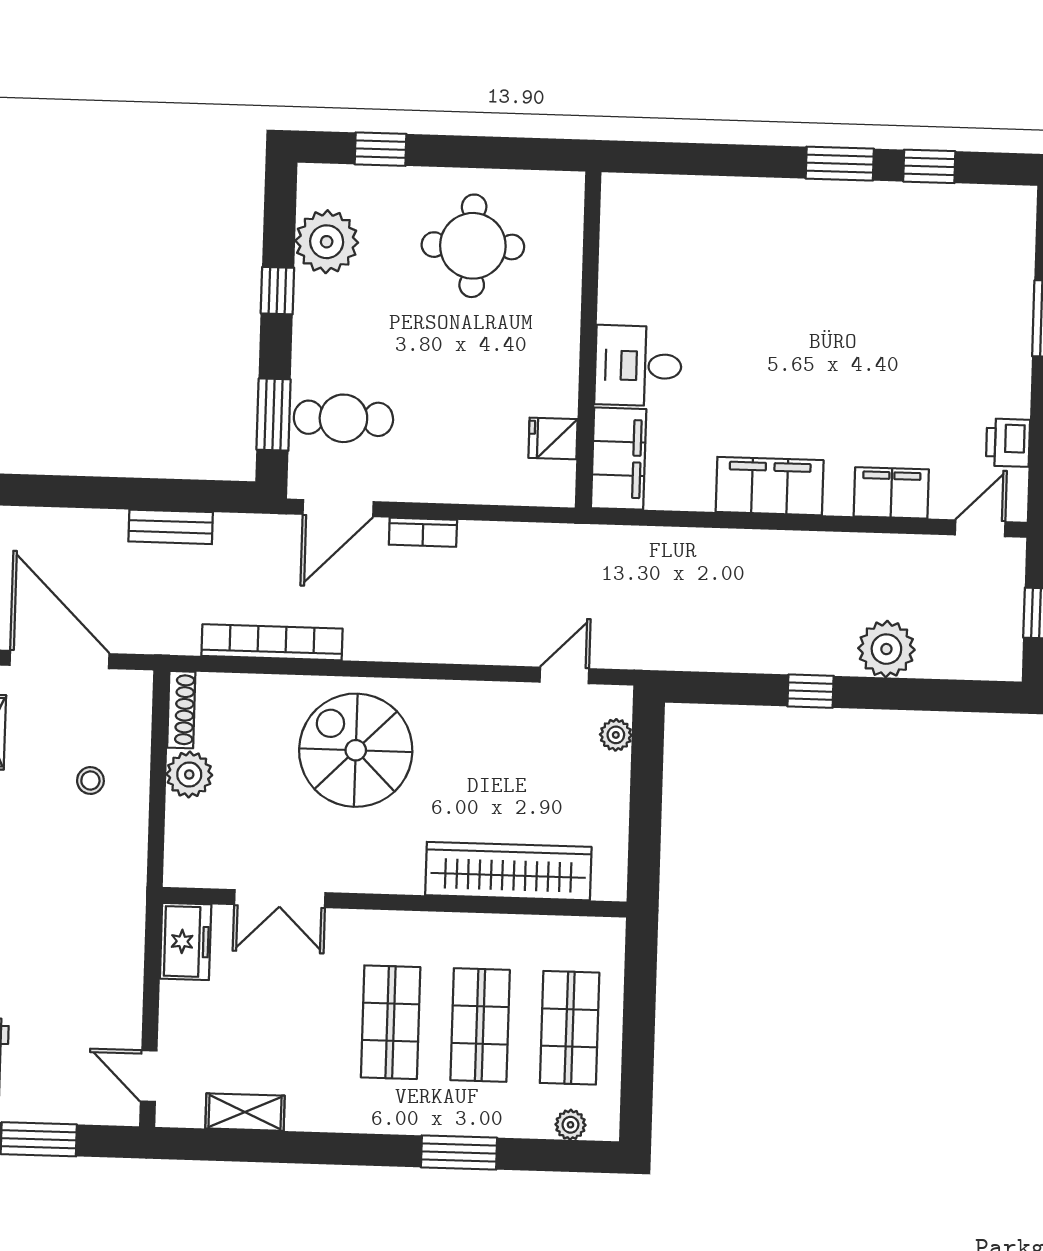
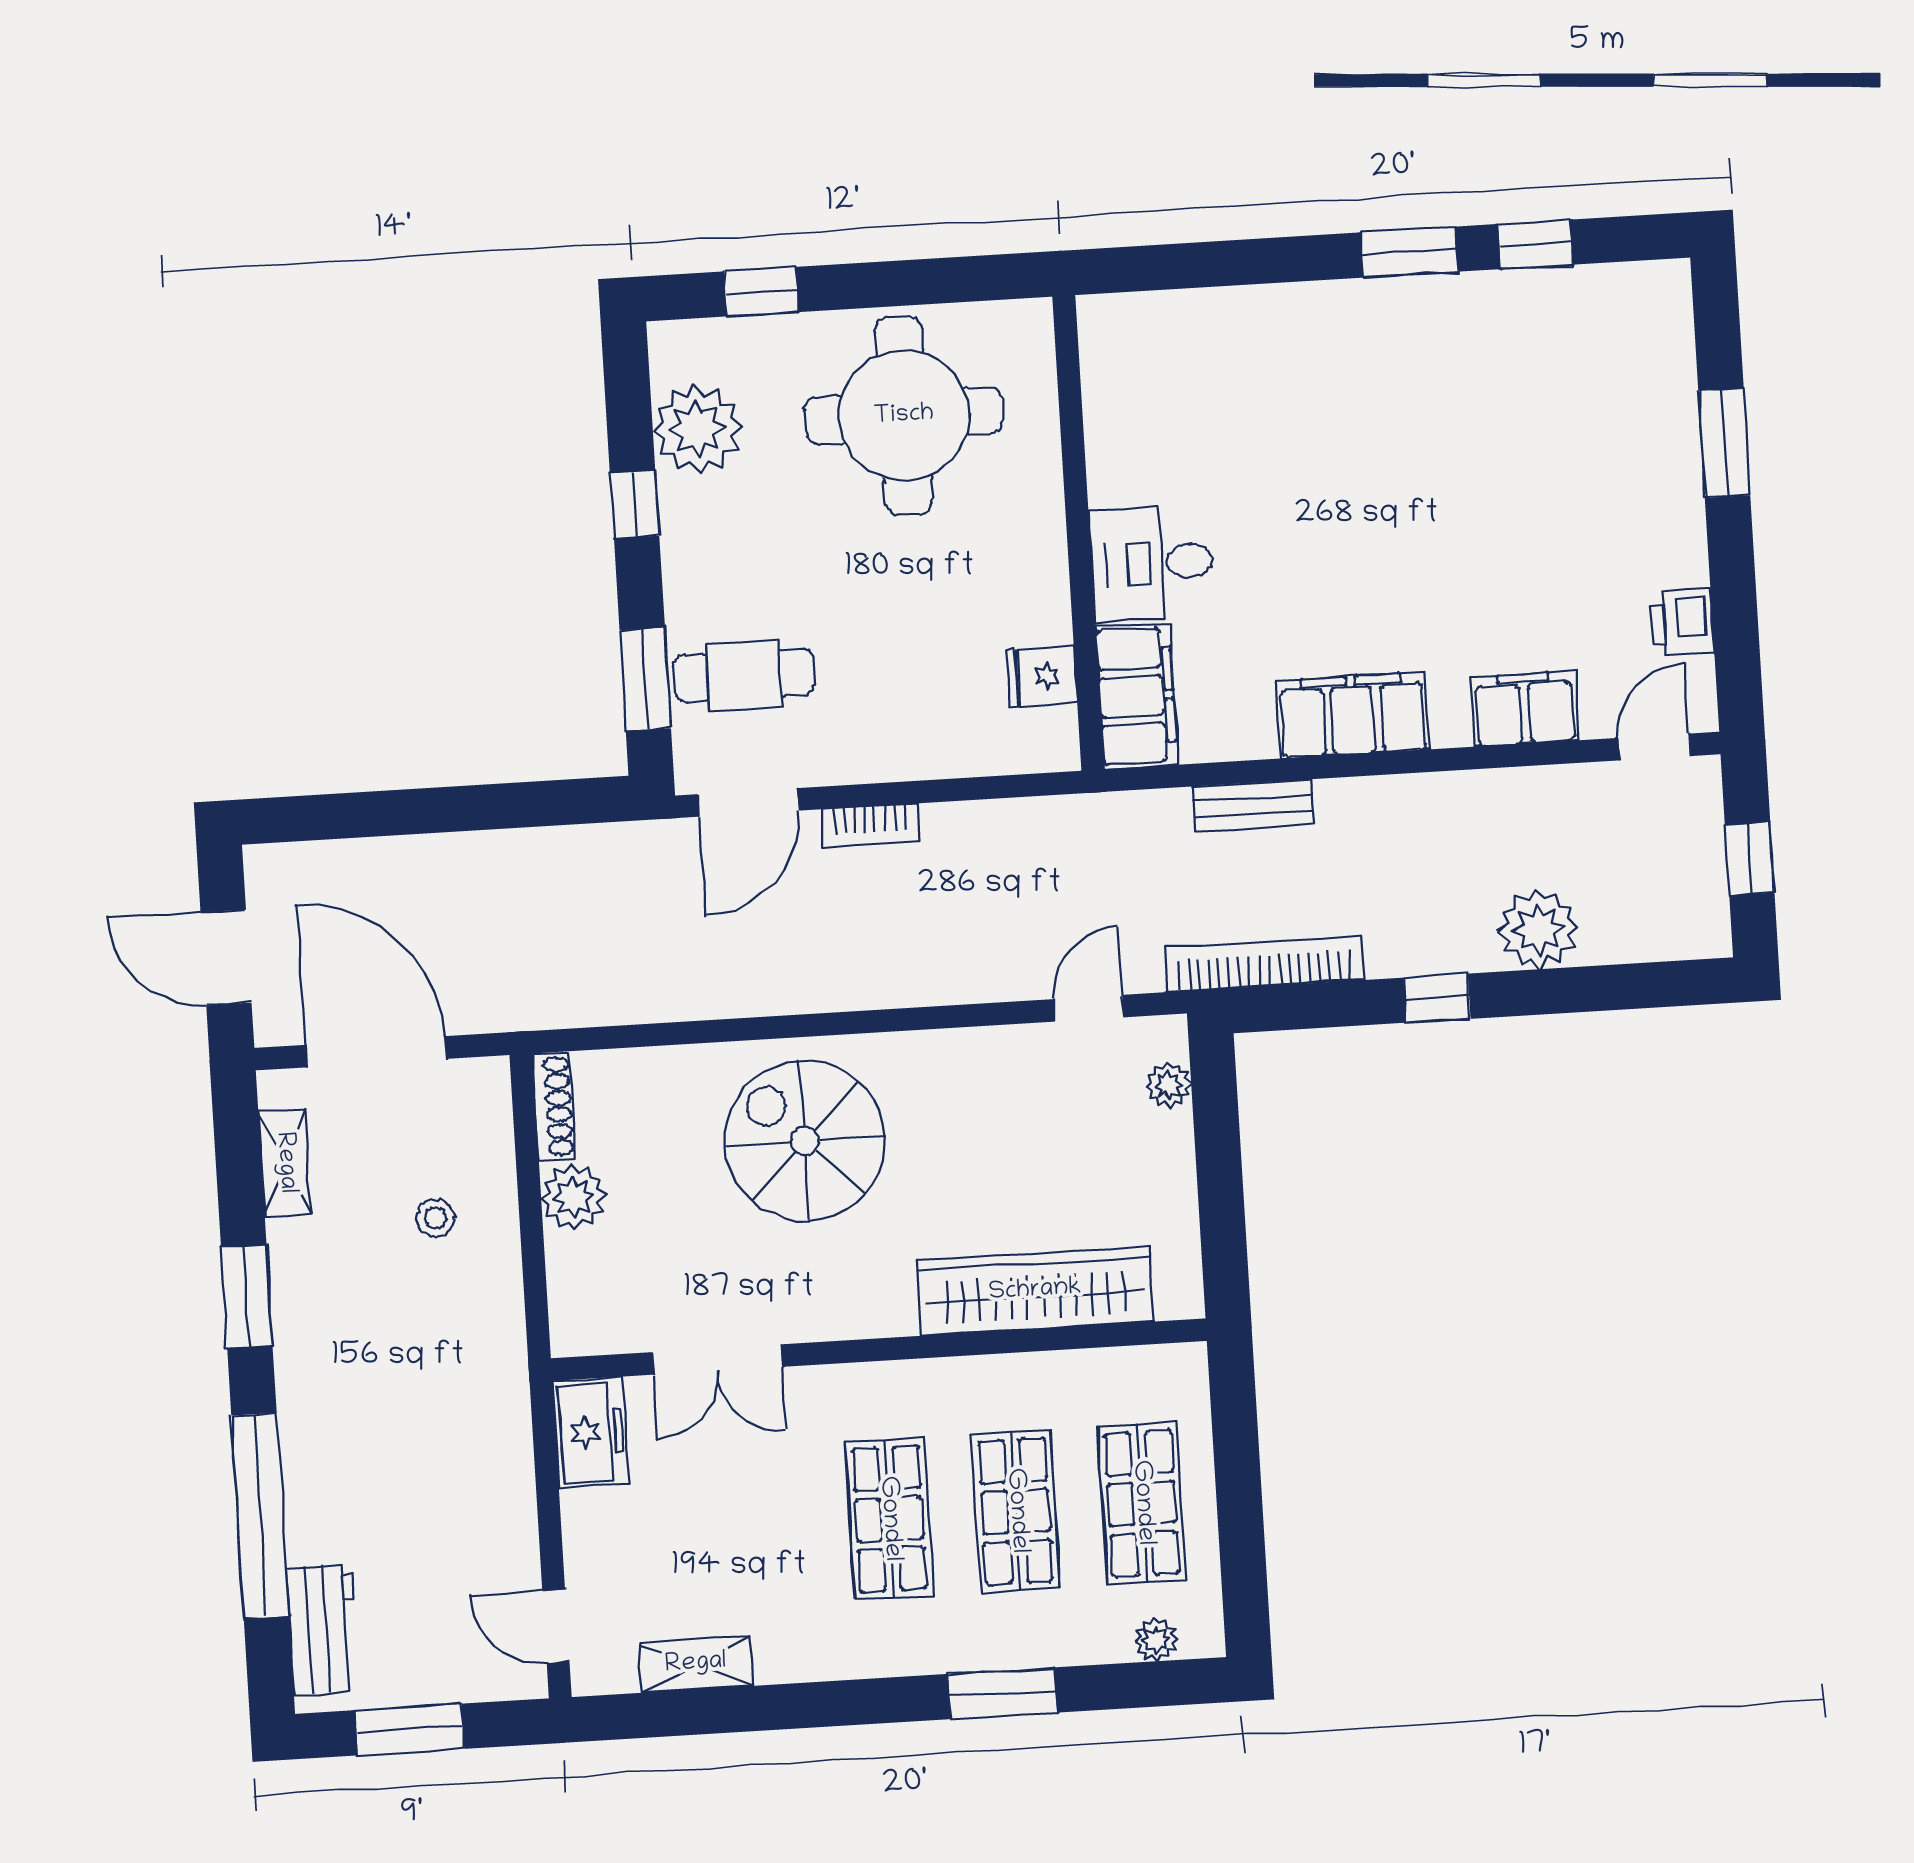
round table: (473, 246) -> (904, 416), width x1.36, depth x1.36
bench: (171, 527) -> (1253, 805), moved
bookcase: (272, 642) -> (1264, 964), moved

